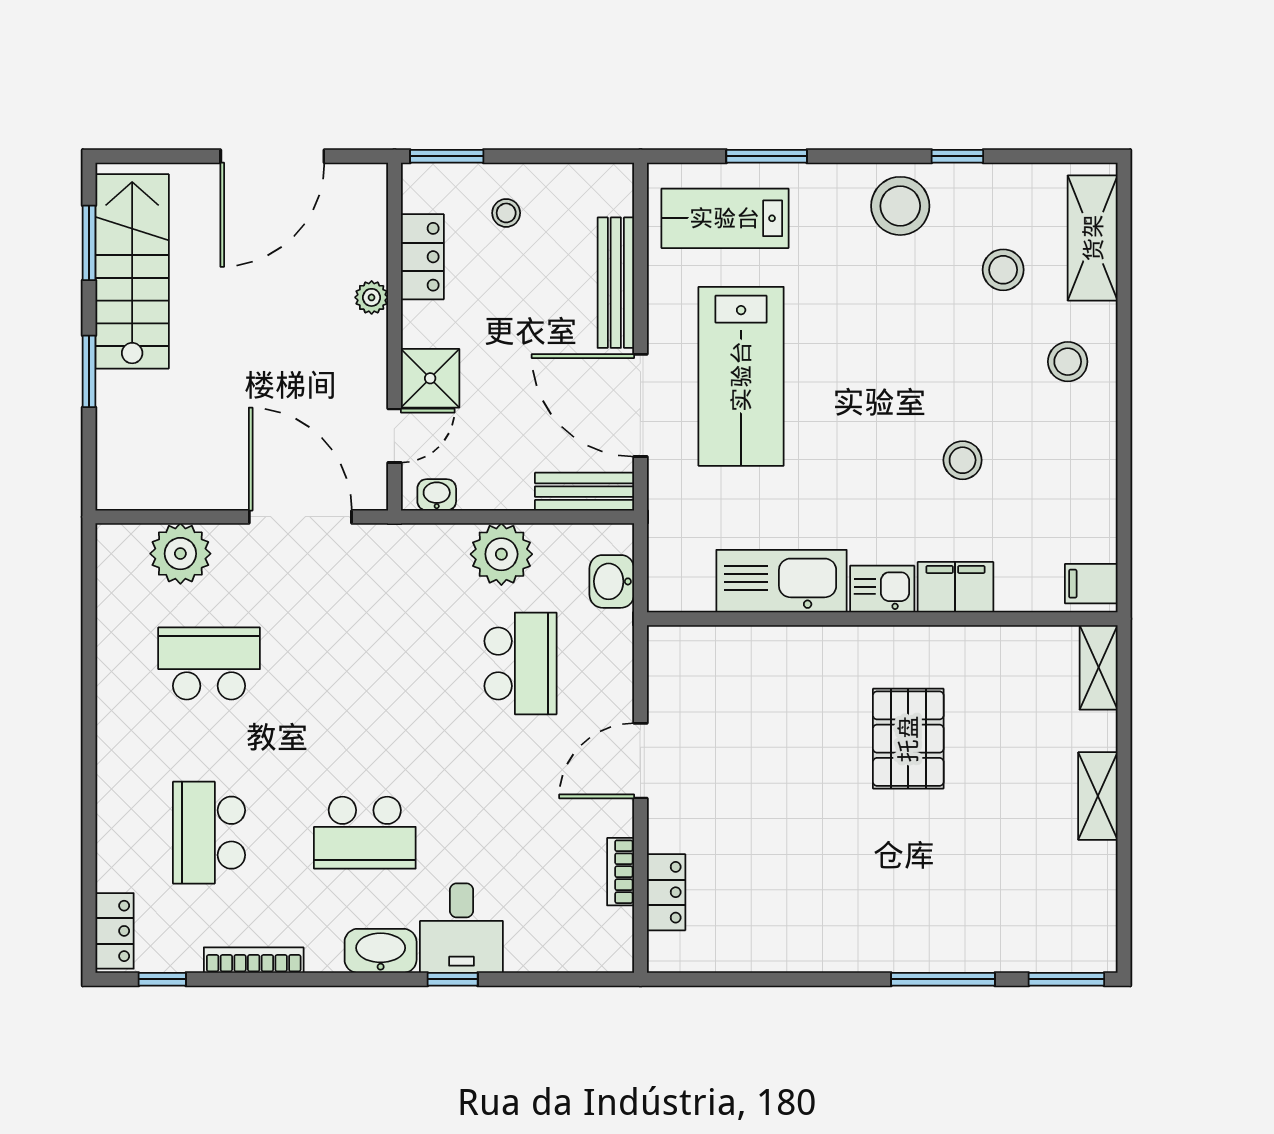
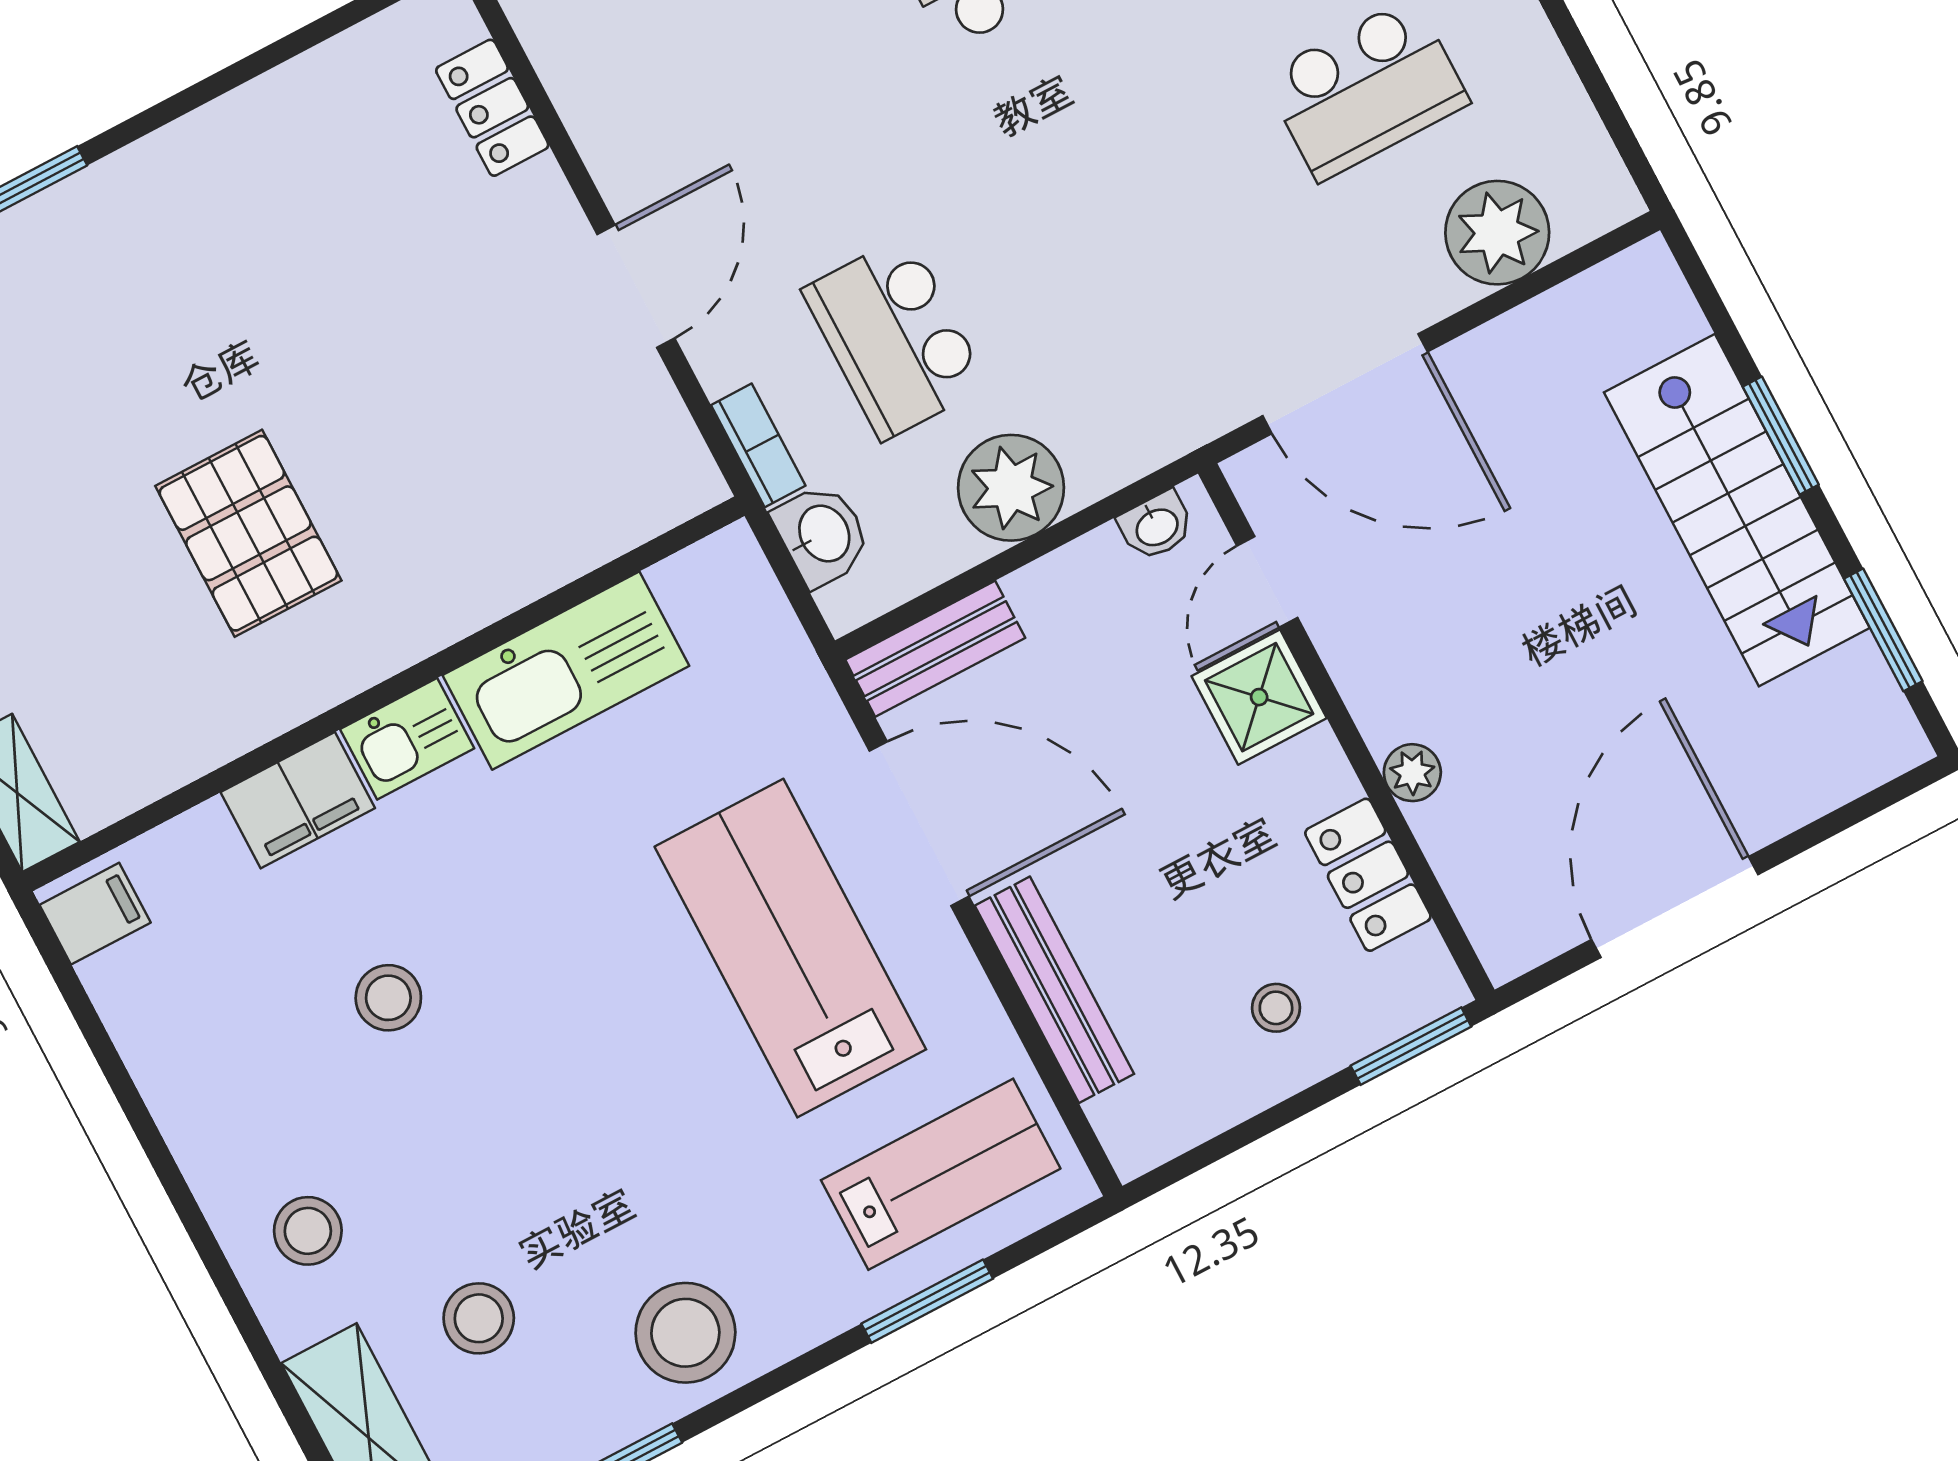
stairs: (132, 271) -> (1737, 510), moved
bookcase: (621, 872) -> (758, 445), moved

